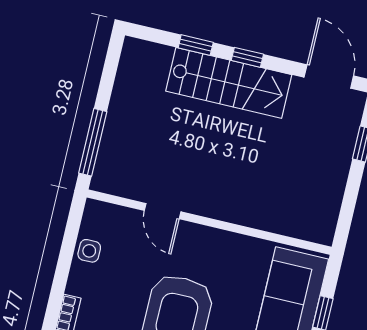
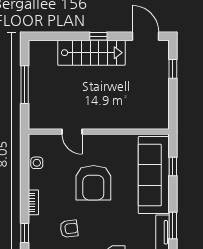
window: (196, 45) -> (68, 36), removed
window: (93, 142) -> (25, 85), moved

